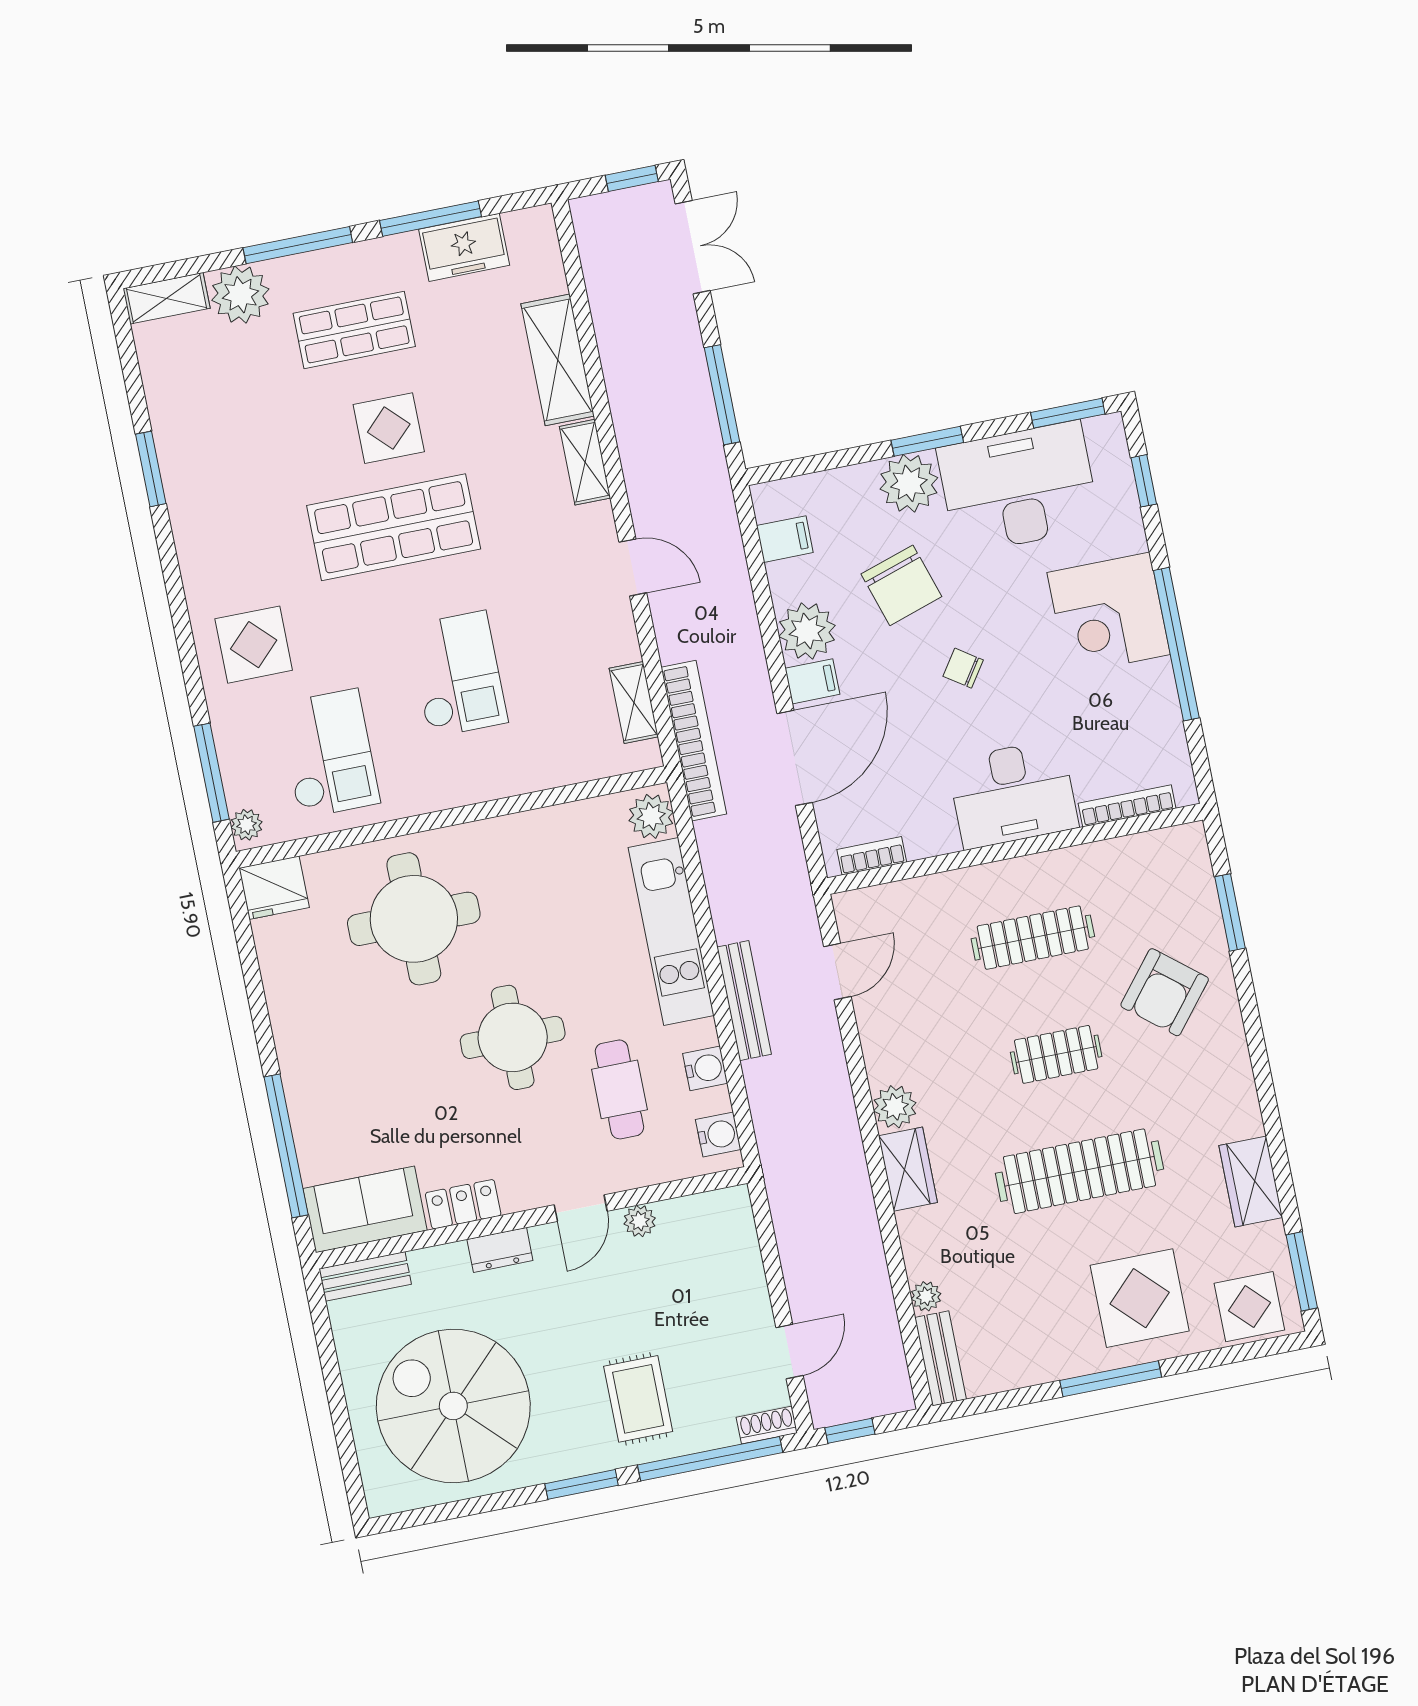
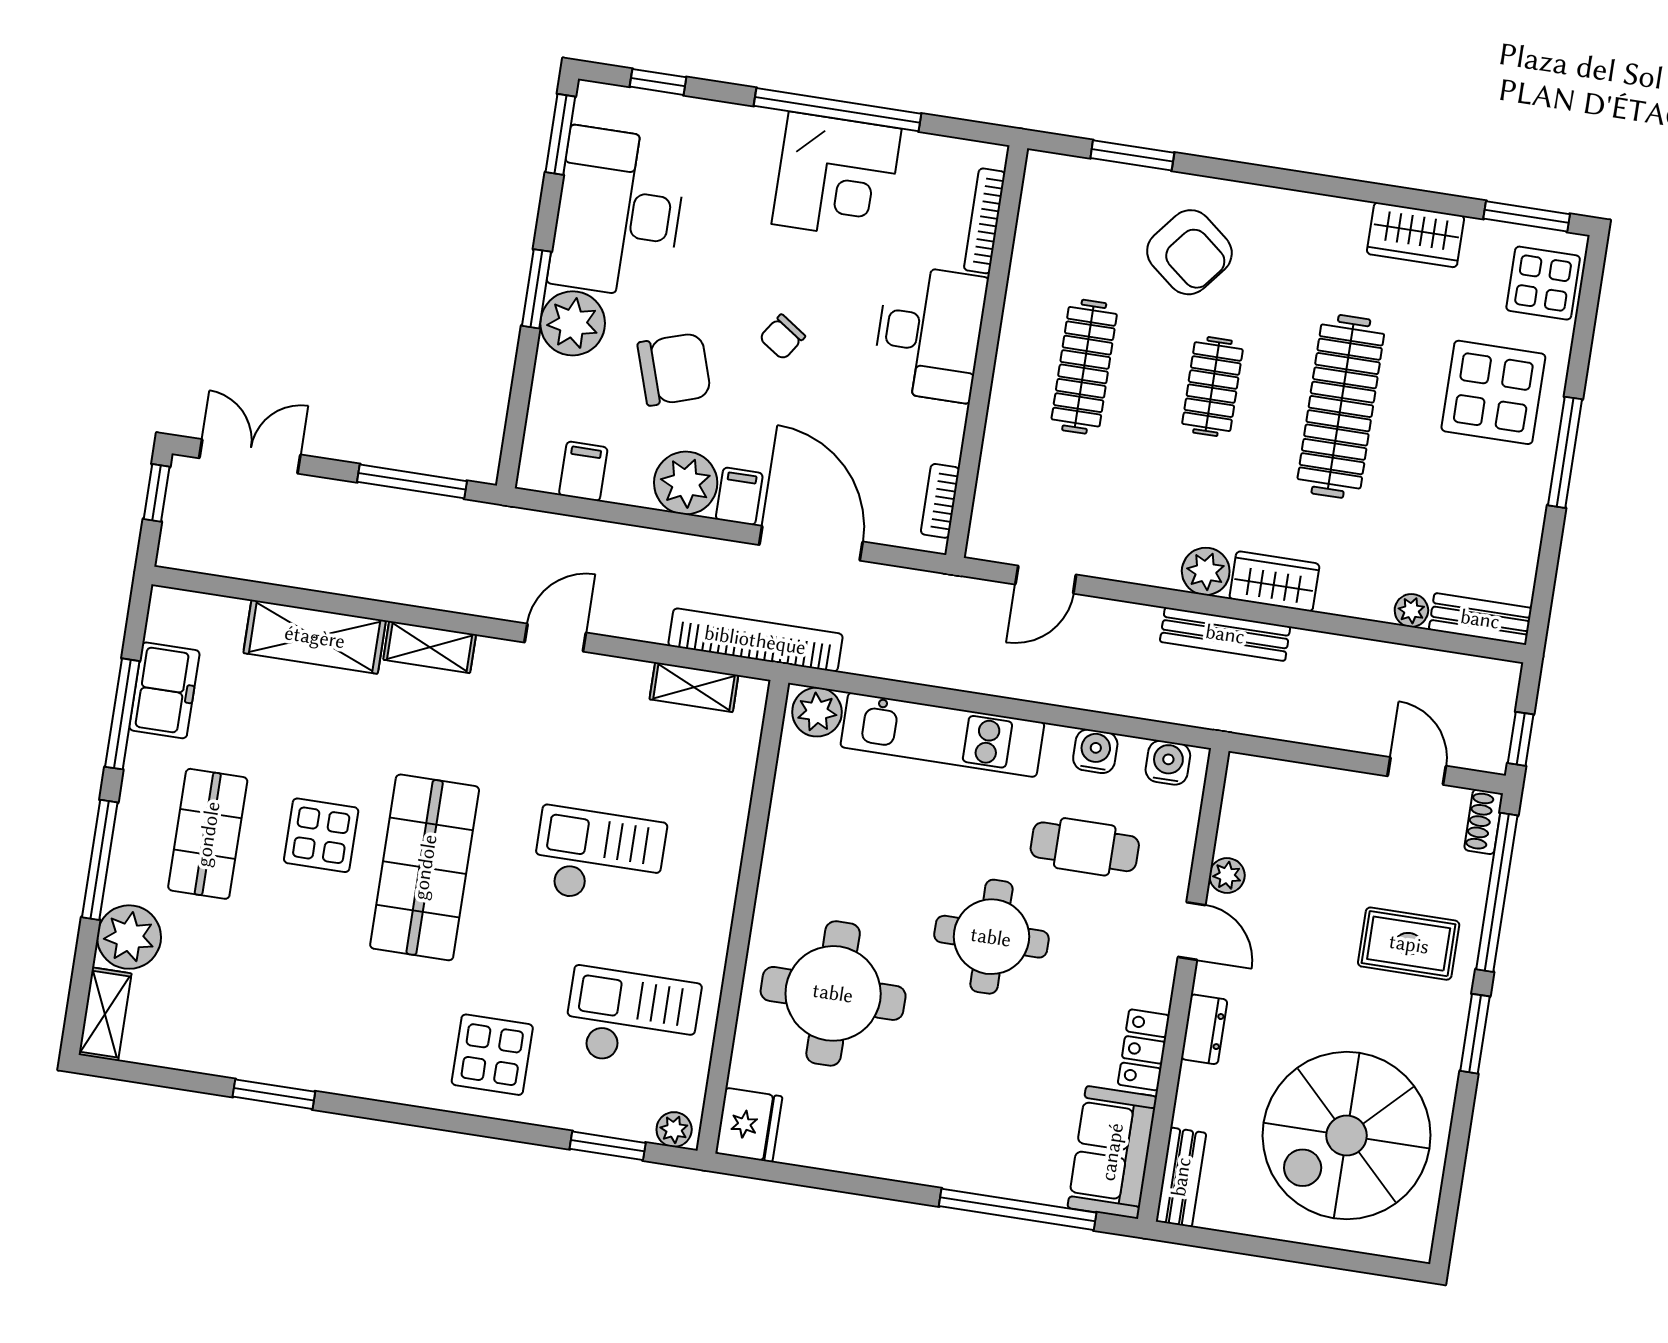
corner desk: (1109, 614) -> (837, 176), moved
window: (211, 773) -> (608, 1146), width x0.69
door: (837, 972) -> (1046, 580), swing flipped
bench: (744, 1001) -> (1225, 634), moved

